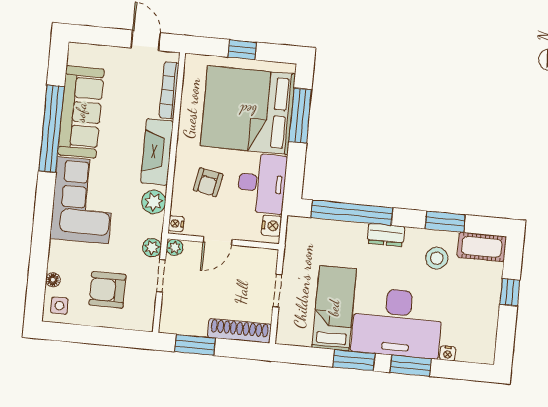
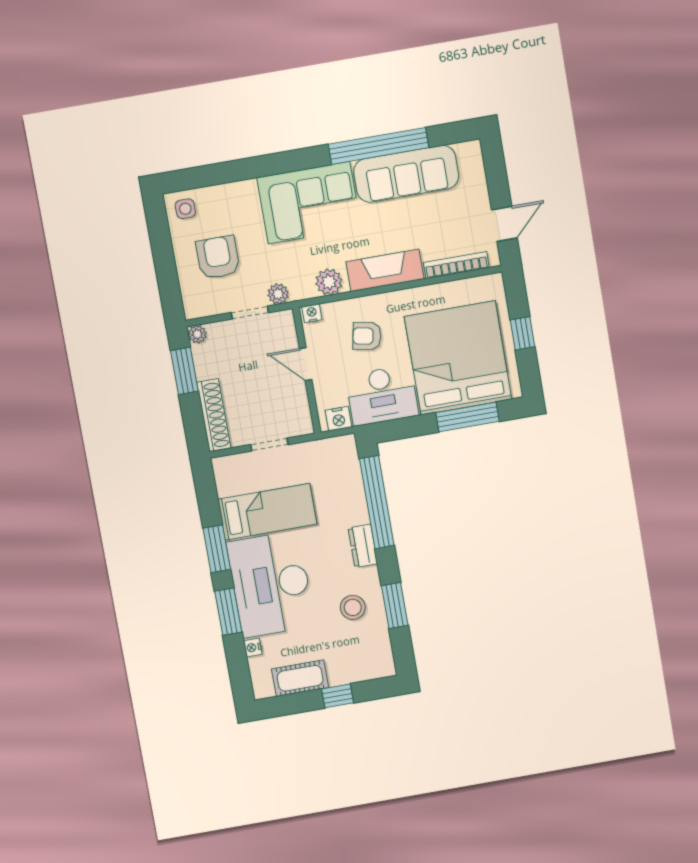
plant: (175, 247) -> (197, 334), moved
cot: (482, 247) -> (300, 678), moved, turned 90
floor lamp: (53, 280) -> (212, 194), removed

